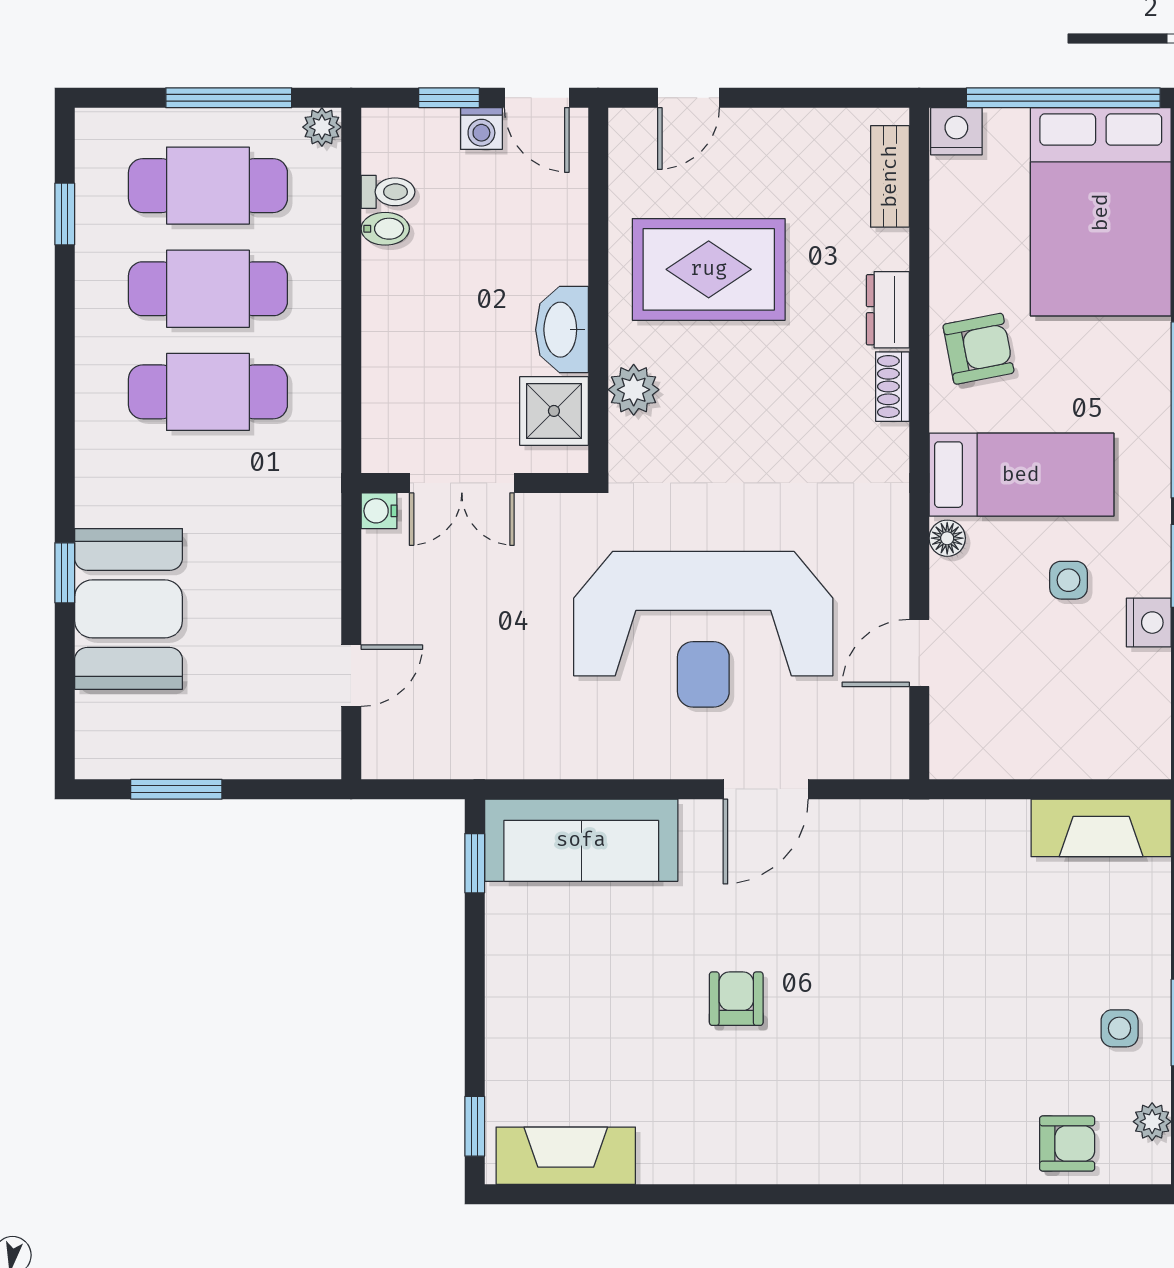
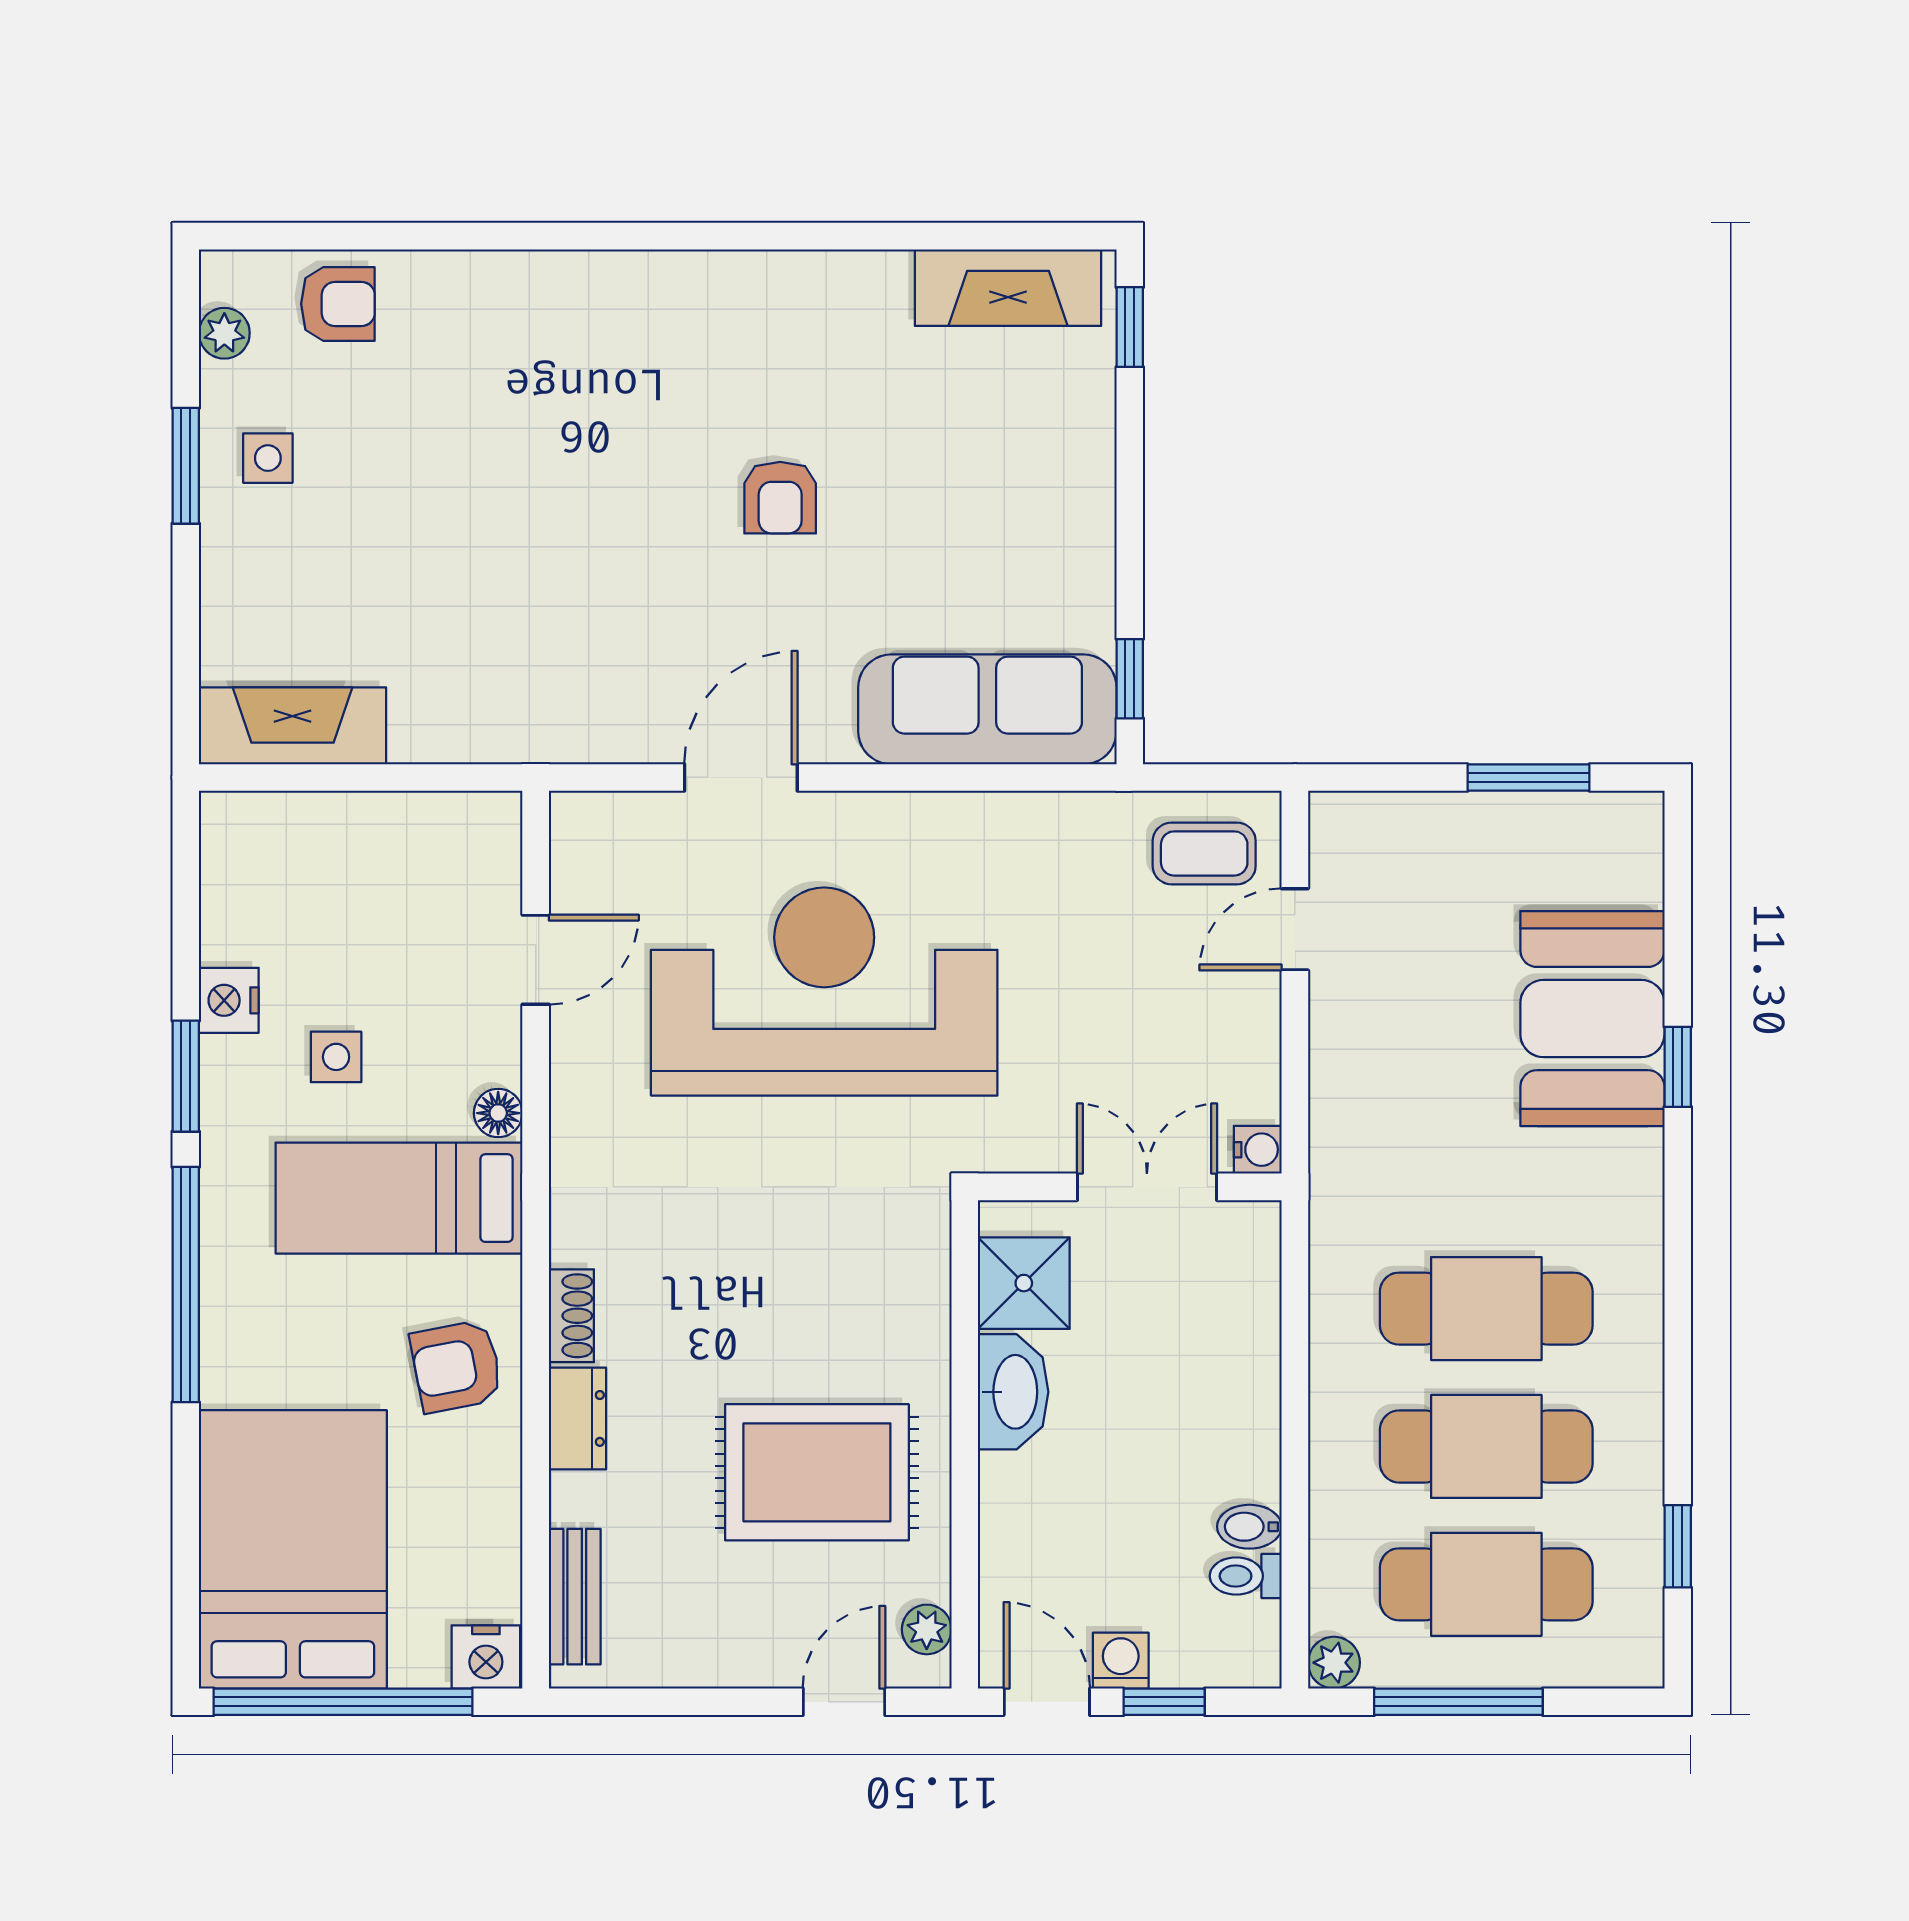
plant: (634, 390) -> (927, 1629), moved, width x0.73, depth x0.73
coffee table: (419, 732) -> (1204, 853), added
armchair: (1067, 1144) -> (338, 304), turned 180

